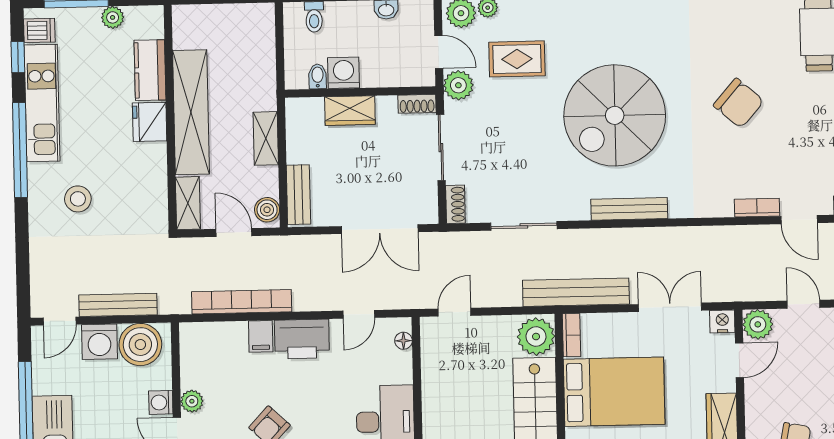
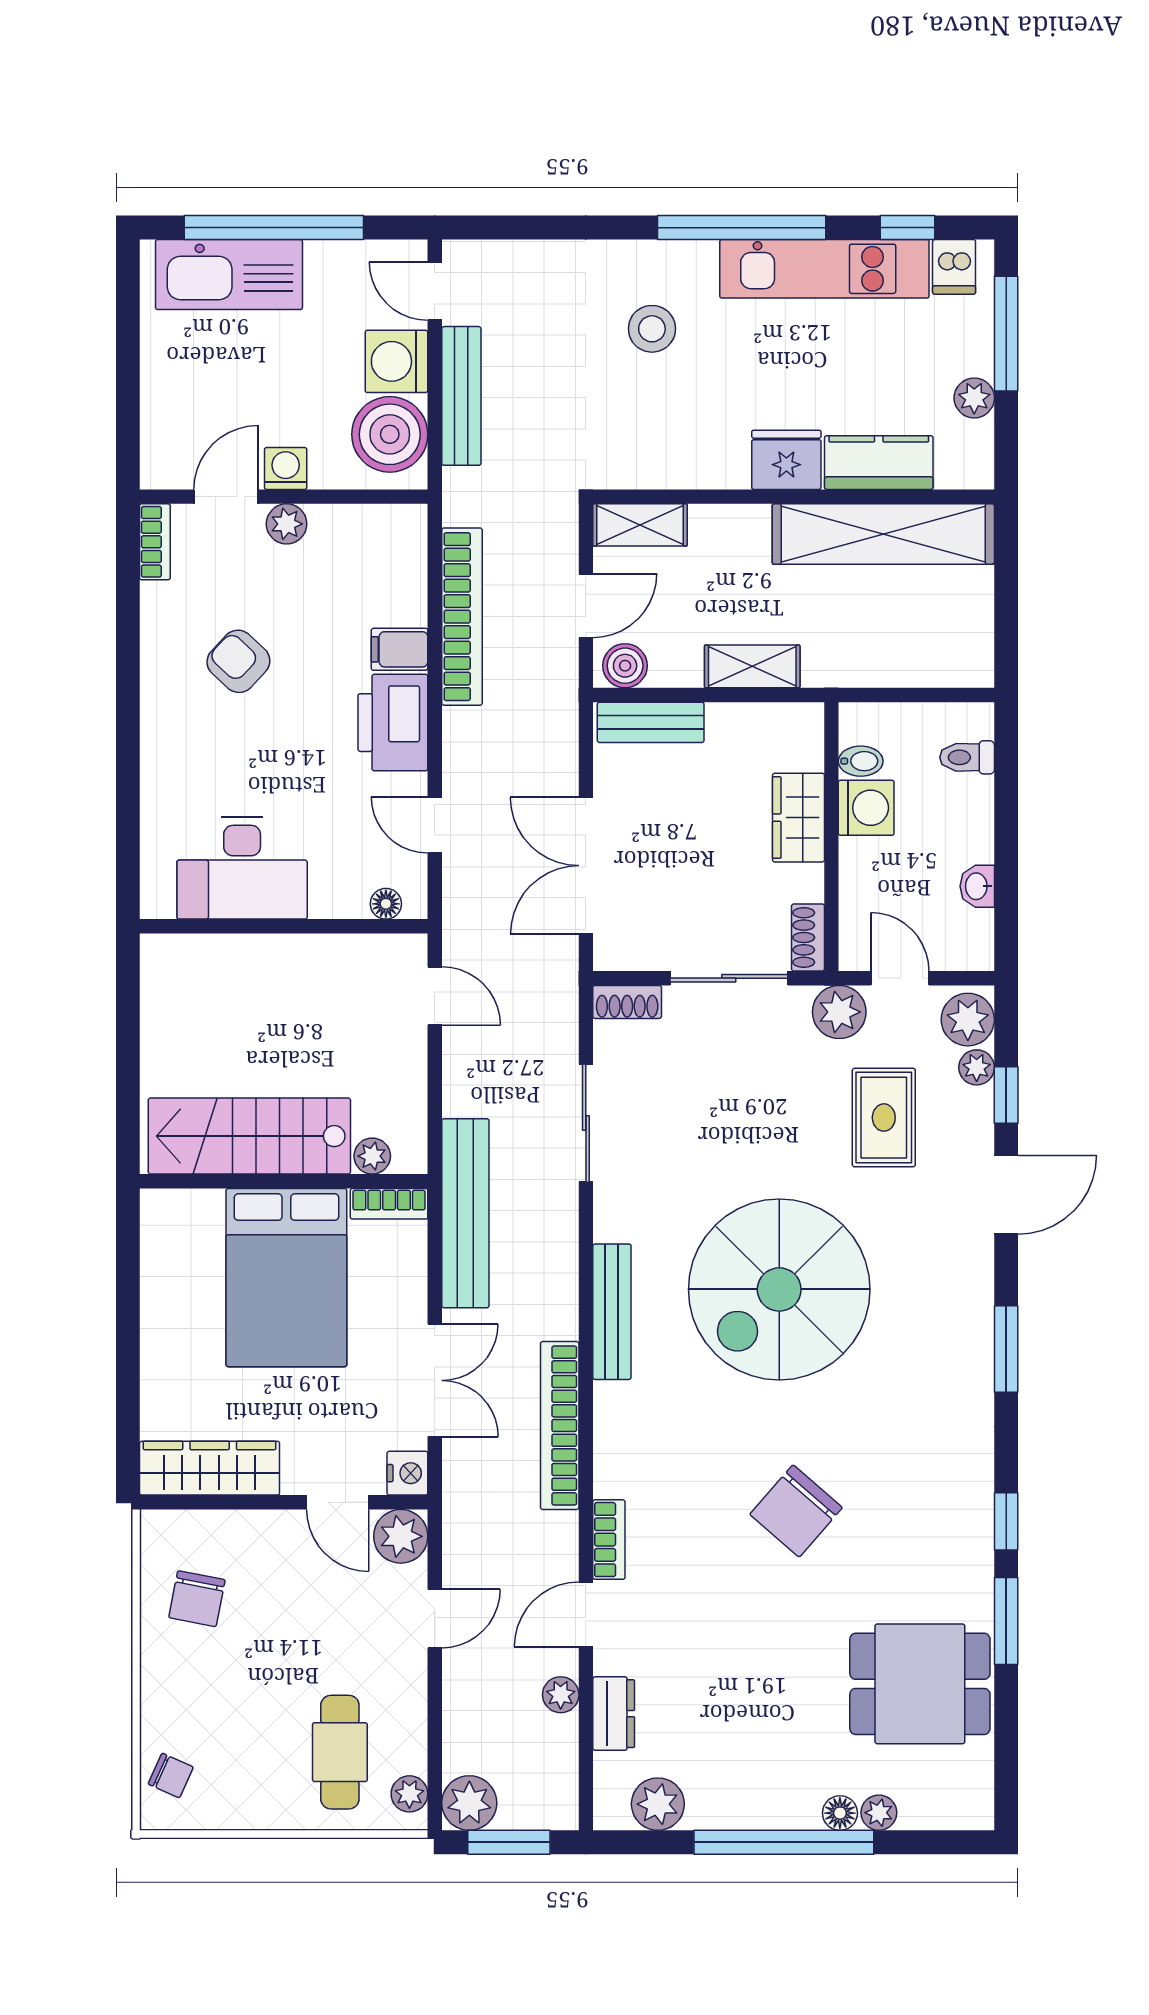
door: (439, 52) -> (900, 978), swing flipped
shelving: (191, 112) -> (883, 534), moved
spiral stairs: (615, 115) -> (779, 1289), turned -90
bookcase: (694, 237) -> (560, 1426), added
plant: (536, 337) -> (372, 1156), width x0.53, depth x0.53

